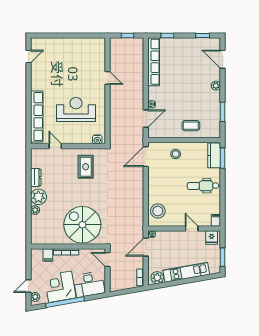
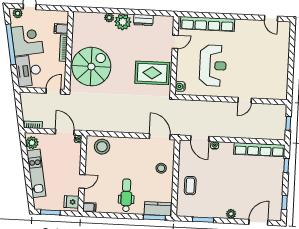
rug: (86, 167) -> (152, 73), width x1.36, depth x1.43

